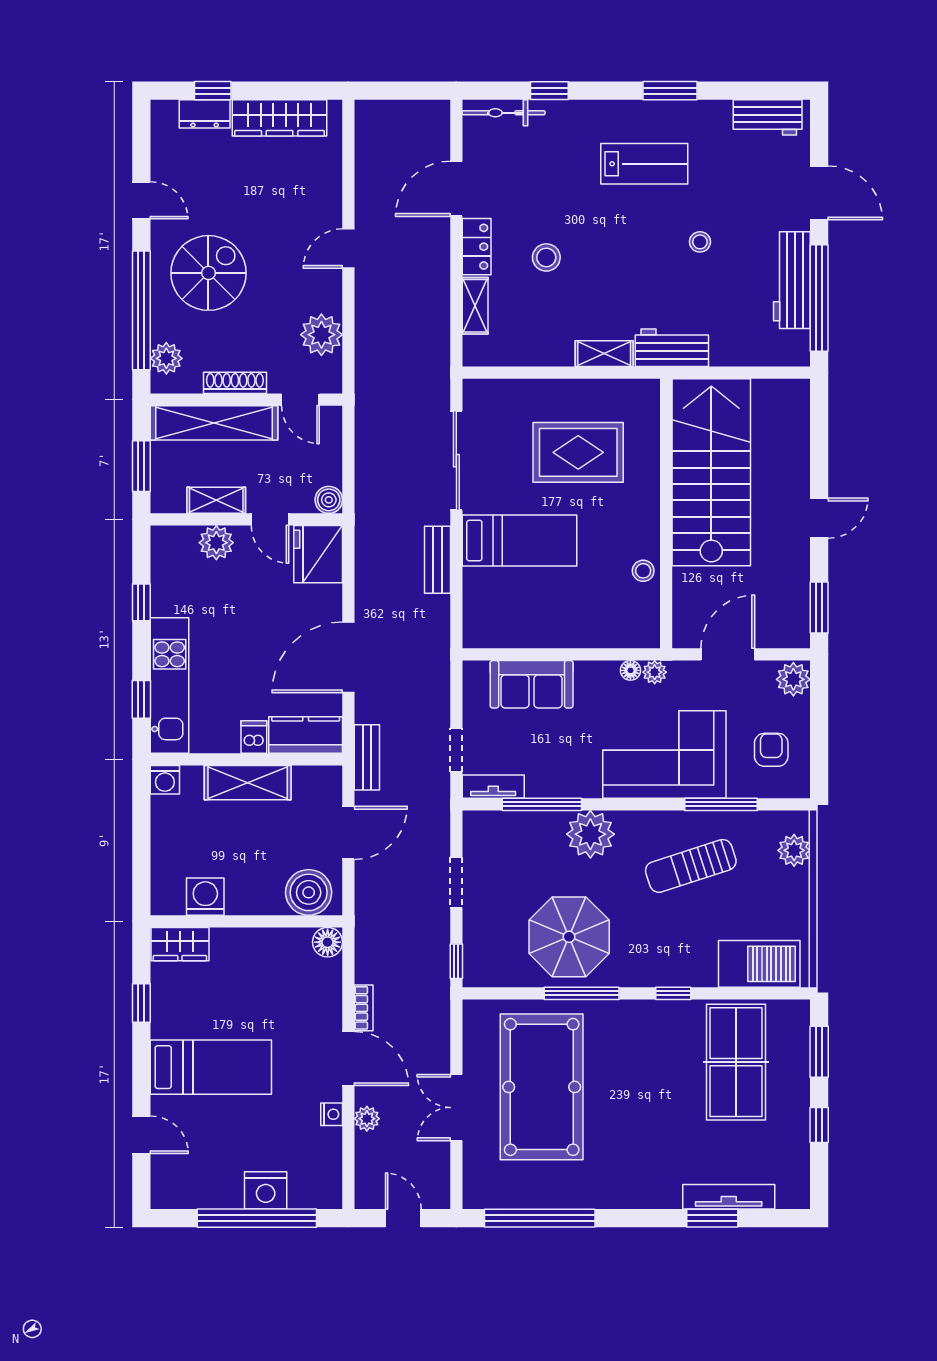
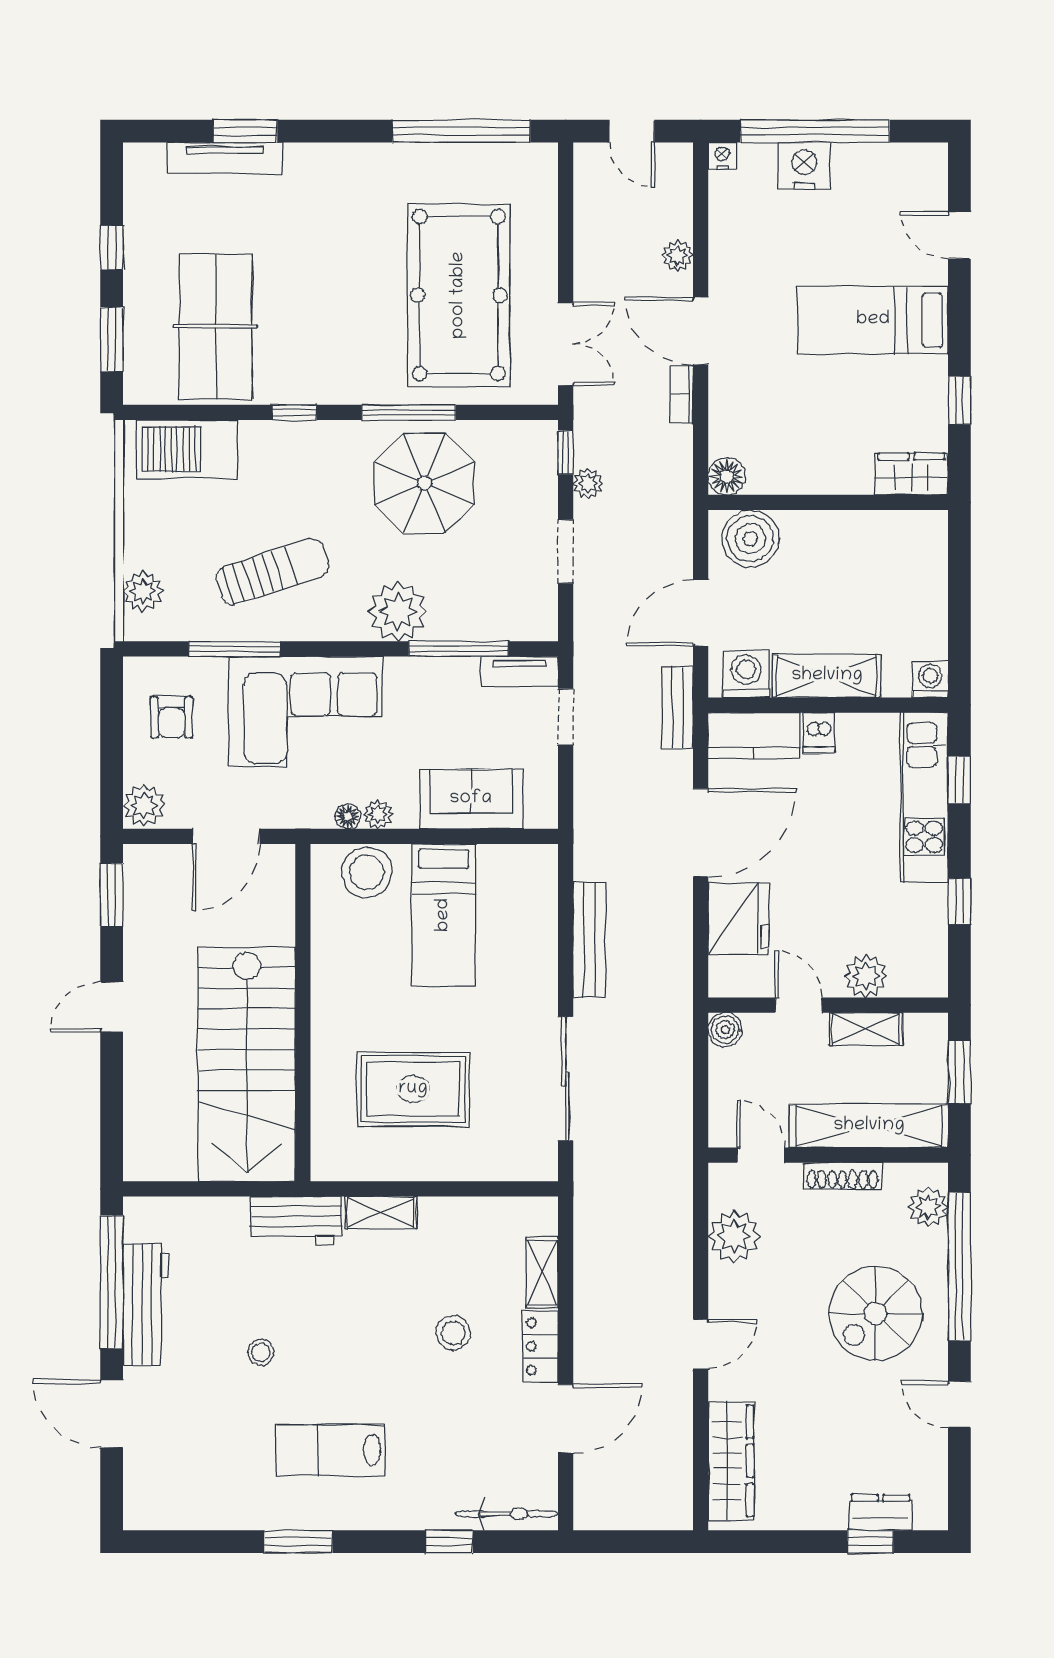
workbench: (768, 117) -> (176, 1508), removed
wardrobe: (280, 118) -> (731, 1461), moved, turned 90
bed: (519, 541) -> (444, 915), moved, turned -90
fridge: (318, 554) -> (738, 918), moved
bench: (438, 560) -> (589, 940), width x1.36
stool: (643, 571) -> (367, 872), moved, width x1.89, depth x1.89
plant: (655, 672) -> (378, 814), moved
washing machine: (205, 897) -> (746, 674), moved, turned 180
plant: (438, 937) -> (588, 483), added
double door: (456, 1108) -> (566, 344), moved
nightstand: (332, 1114) -> (722, 156), moved, turned 90

